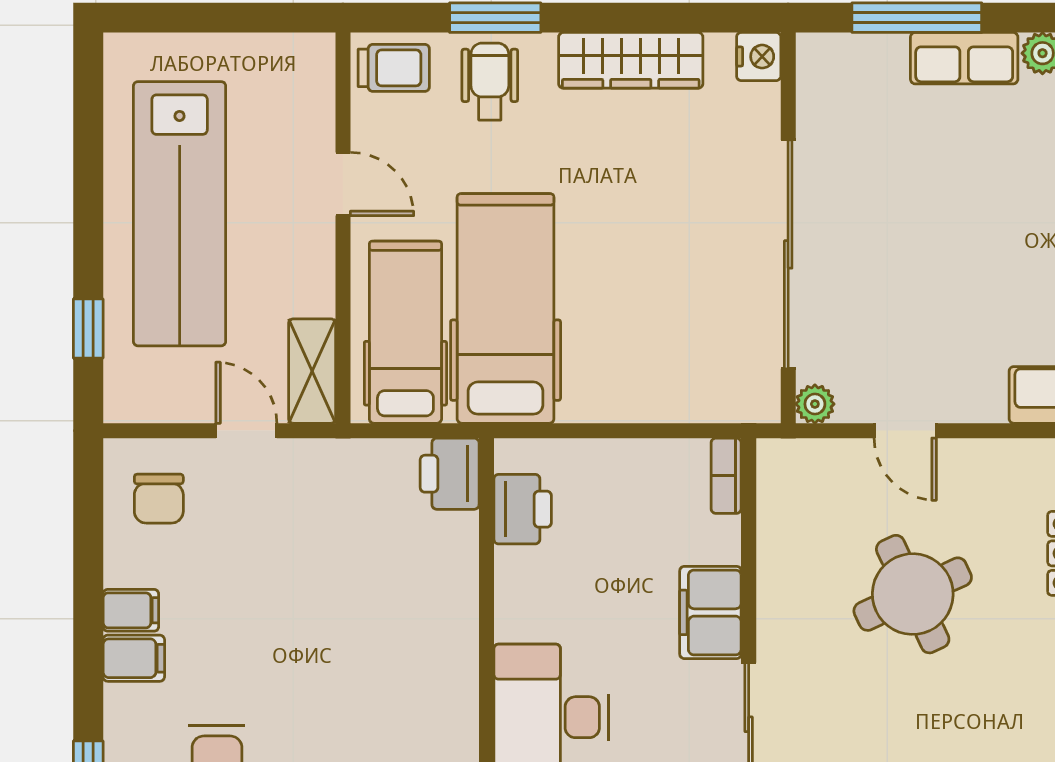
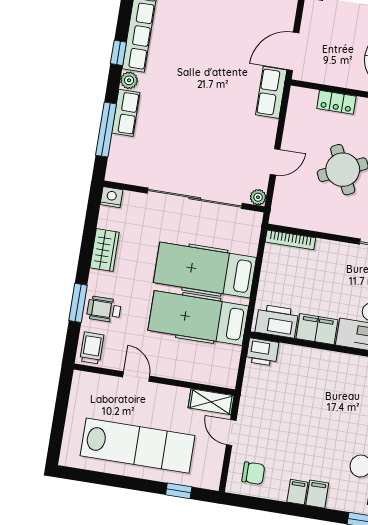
wardrobe: (631, 60) -> (105, 250), width x0.67
door: (343, 184) -> (136, 377), hinge flipped
hospital bed: (405, 332) -> (205, 270), moved, width x1.37, depth x1.29
door: (246, 431) -> (231, 433), hinge flipped
bookcase: (726, 476) -> (290, 240), width x1.56
printer: (523, 509) -> (277, 321), width x1.37, depth x1.19
filing cabinet: (710, 612) -> (317, 329), moved, turned 180

